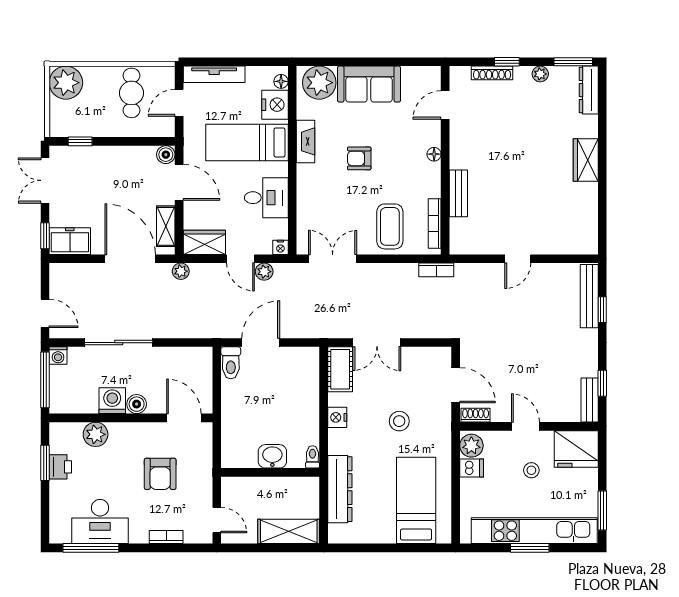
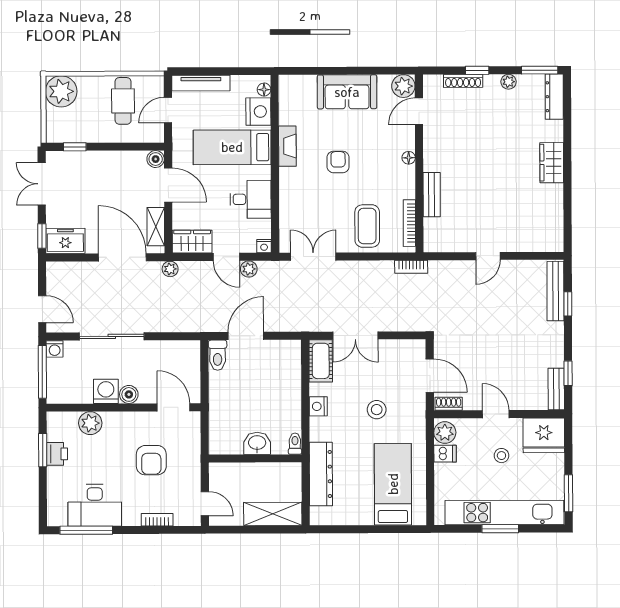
plant: (319, 83) -> (403, 86), moved, width x0.73, depth x0.73
armchair: (359, 158) -> (338, 162), turned 90

